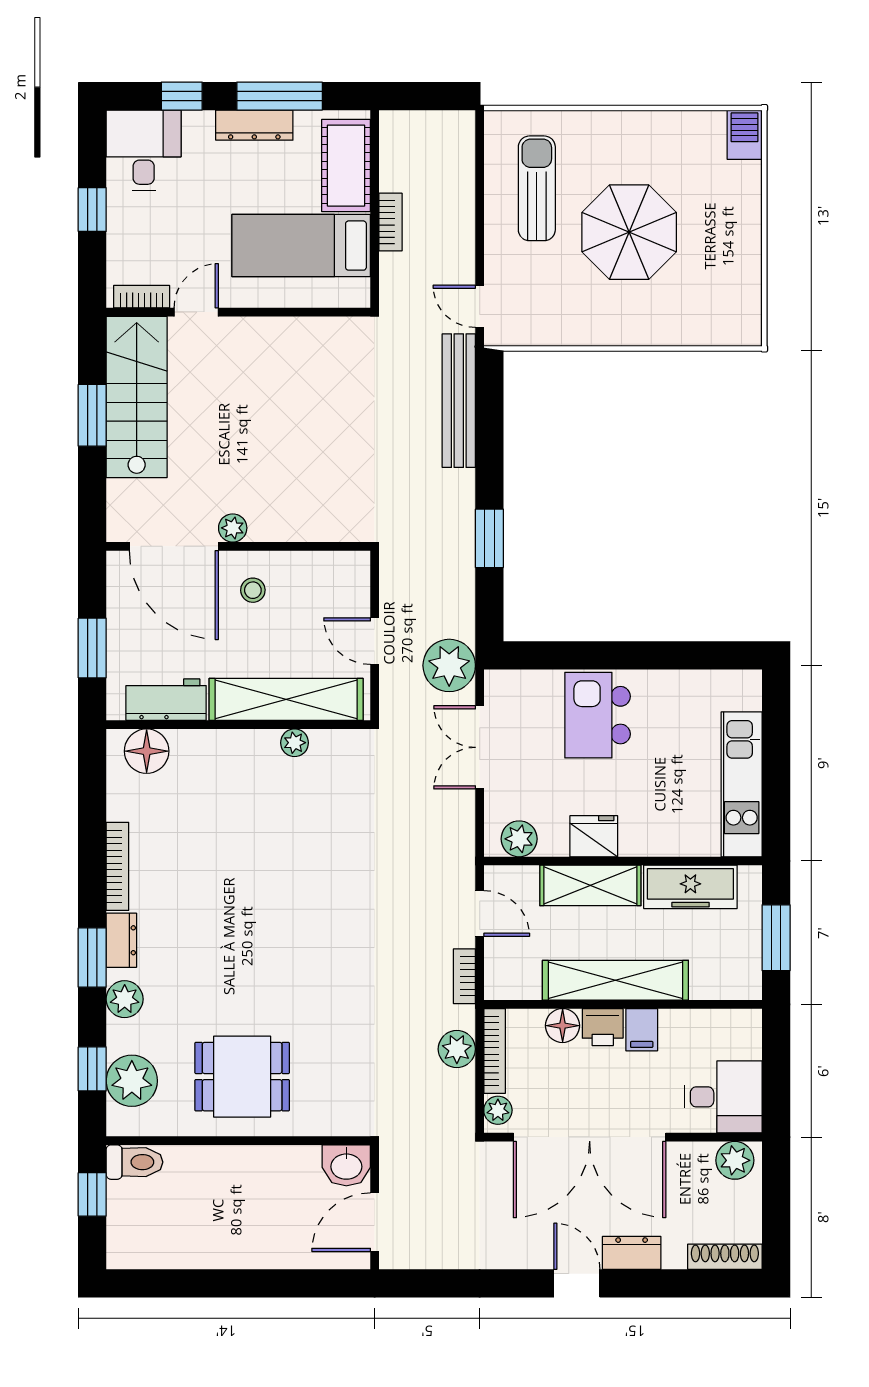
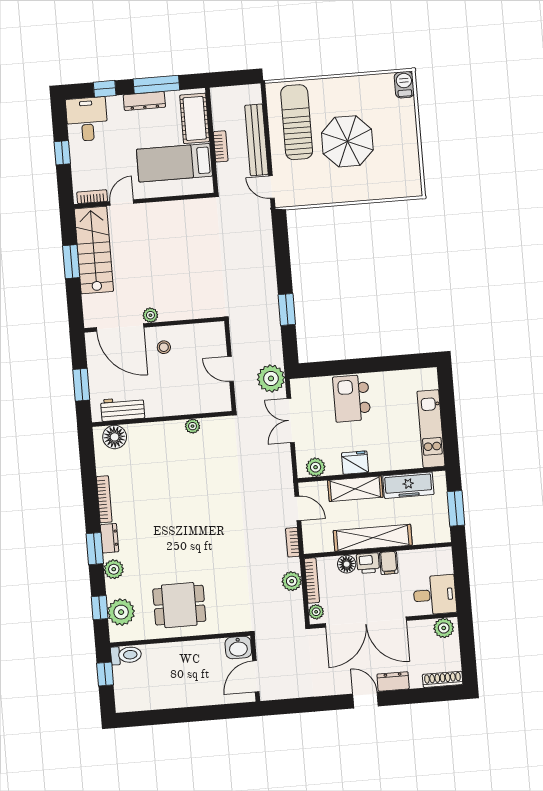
sun lounger: (537, 188) -> (297, 122), width x1.36, depth x1.34
bench: (459, 401) -> (256, 140), moved
shelving: (286, 699) -> (186, 404), removed

